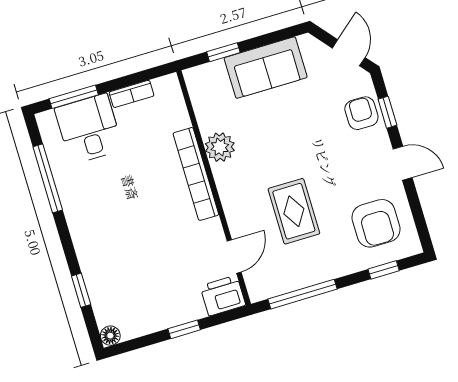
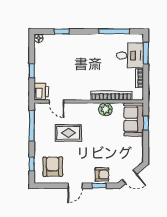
sofa: (266, 68) -> (134, 119), moved
bookcase: (196, 174) -> (111, 96), moved
armchair: (376, 223) -> (53, 167), turned 89

